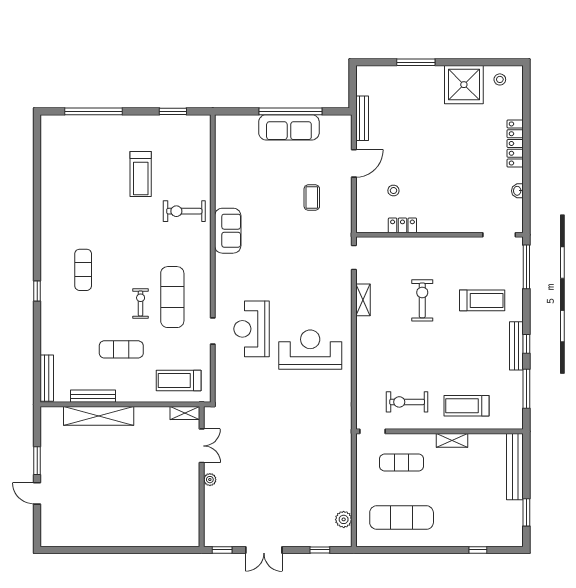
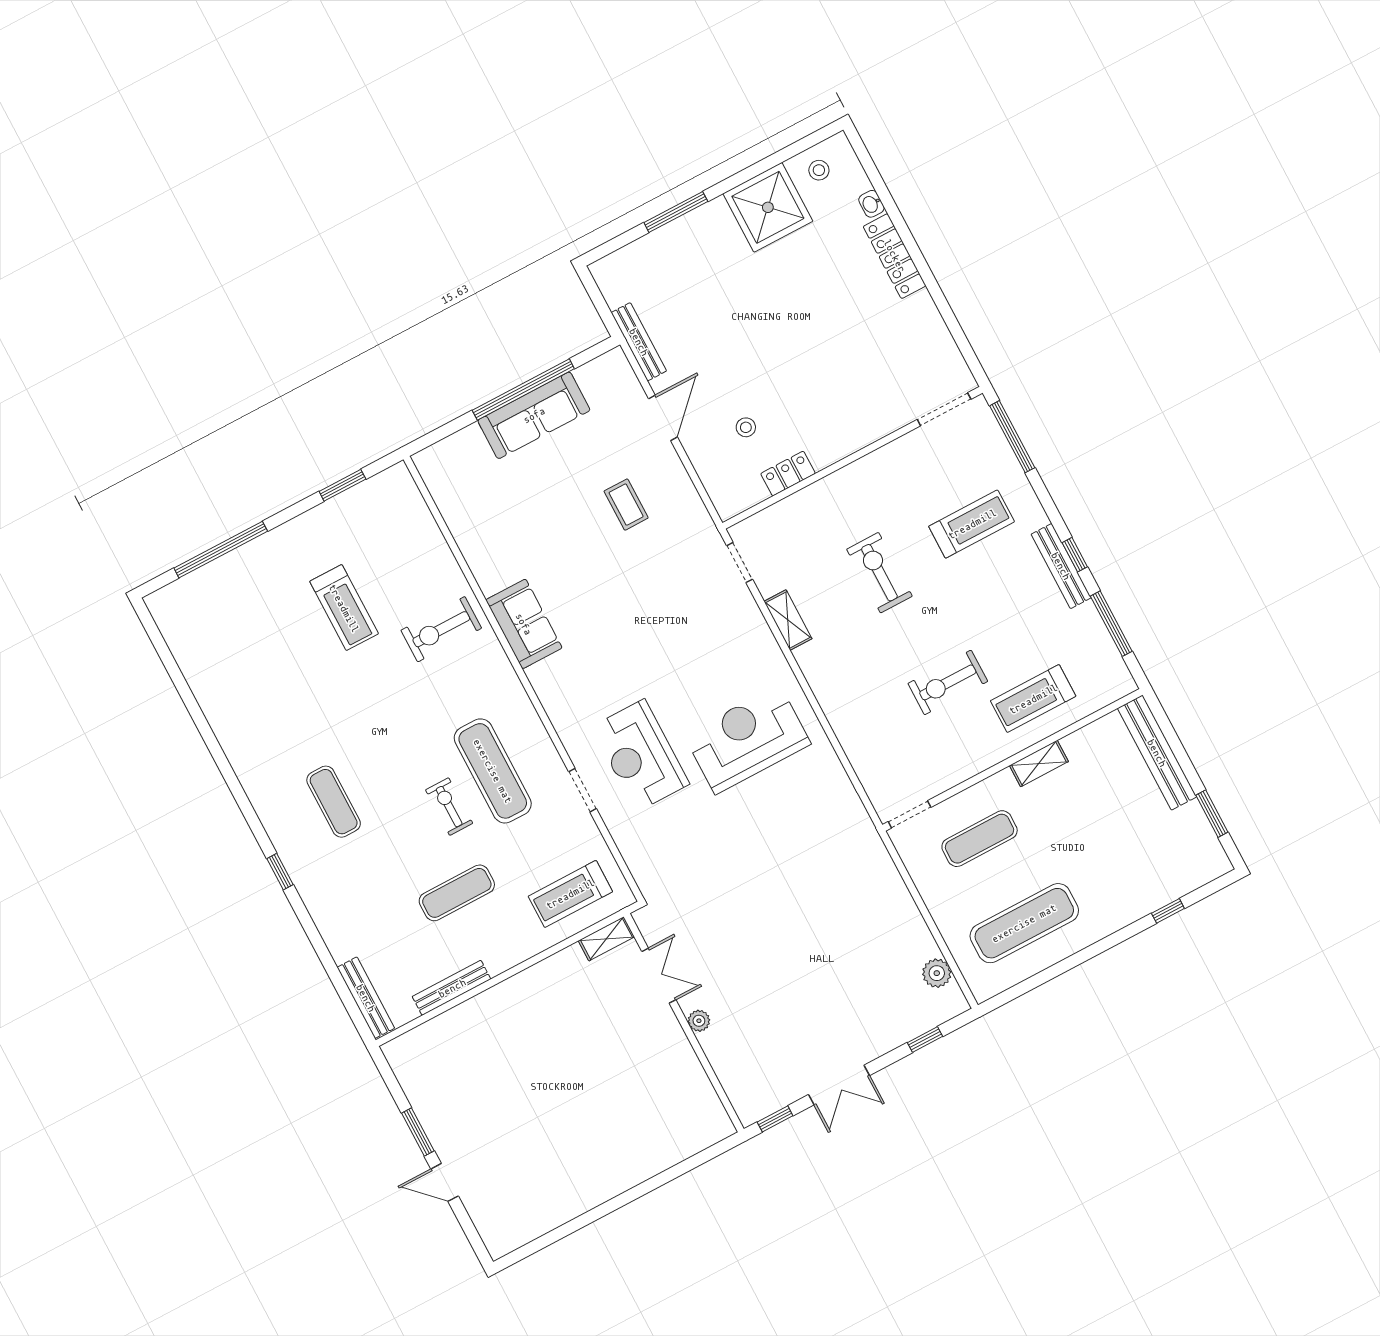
washbasin: (517, 191) -> (871, 204), moved
exercise bike: (407, 402) -> (948, 682), moved
shelving: (99, 416) -> (476, 1013), removed

